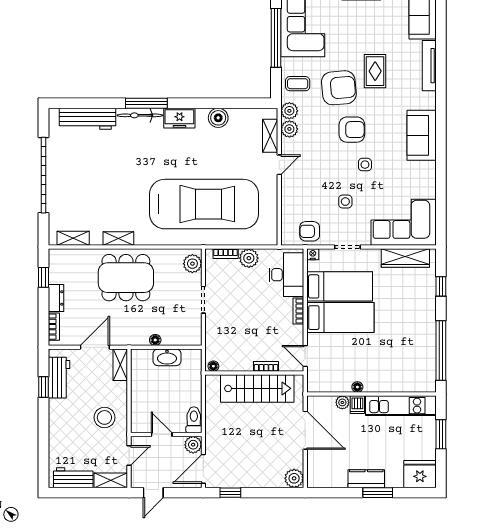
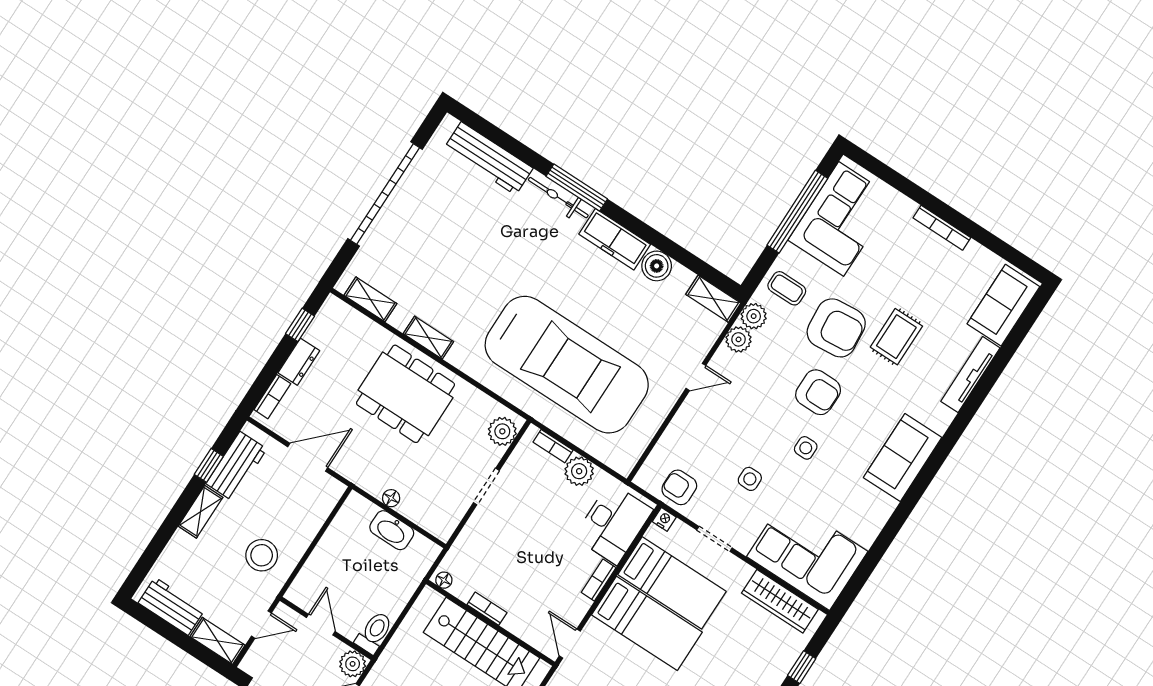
freezer: (179, 118) -> (615, 239), width x1.40
shelving: (270, 136) -> (713, 299), moved, turned 90
shelving: (120, 365) -> (201, 512), moved
bookcase: (266, 366) -> (487, 609), moved

